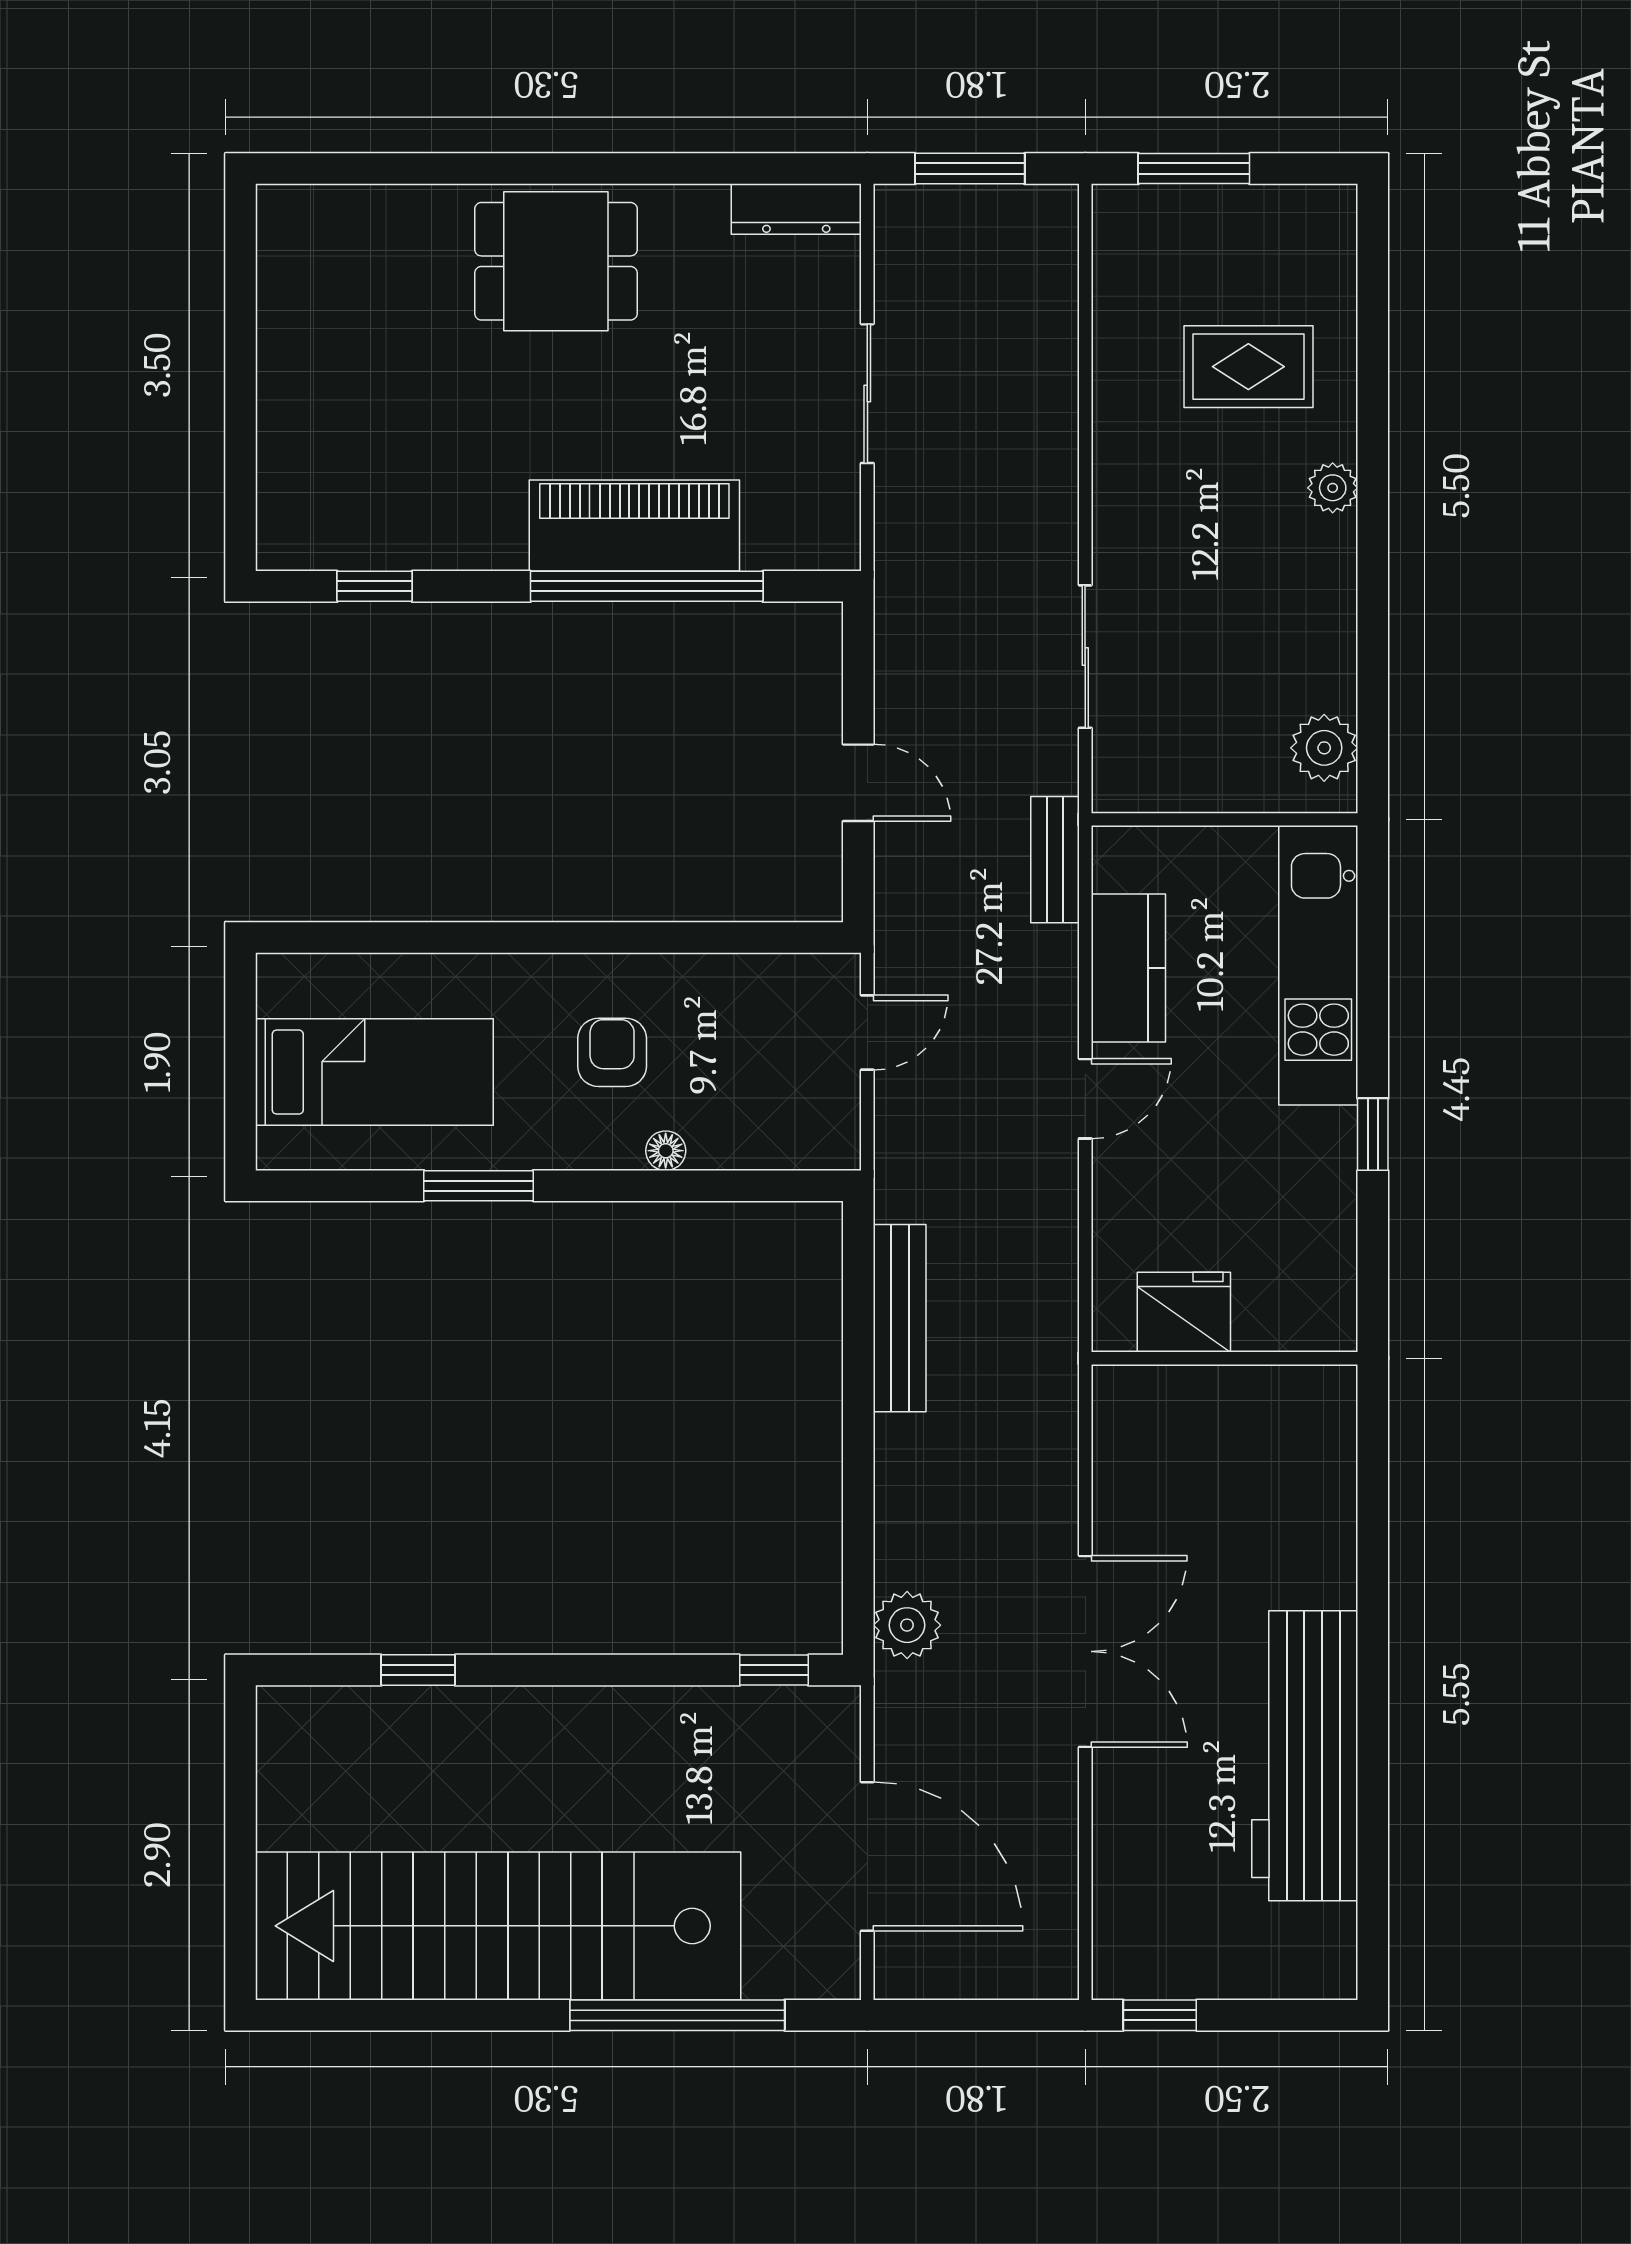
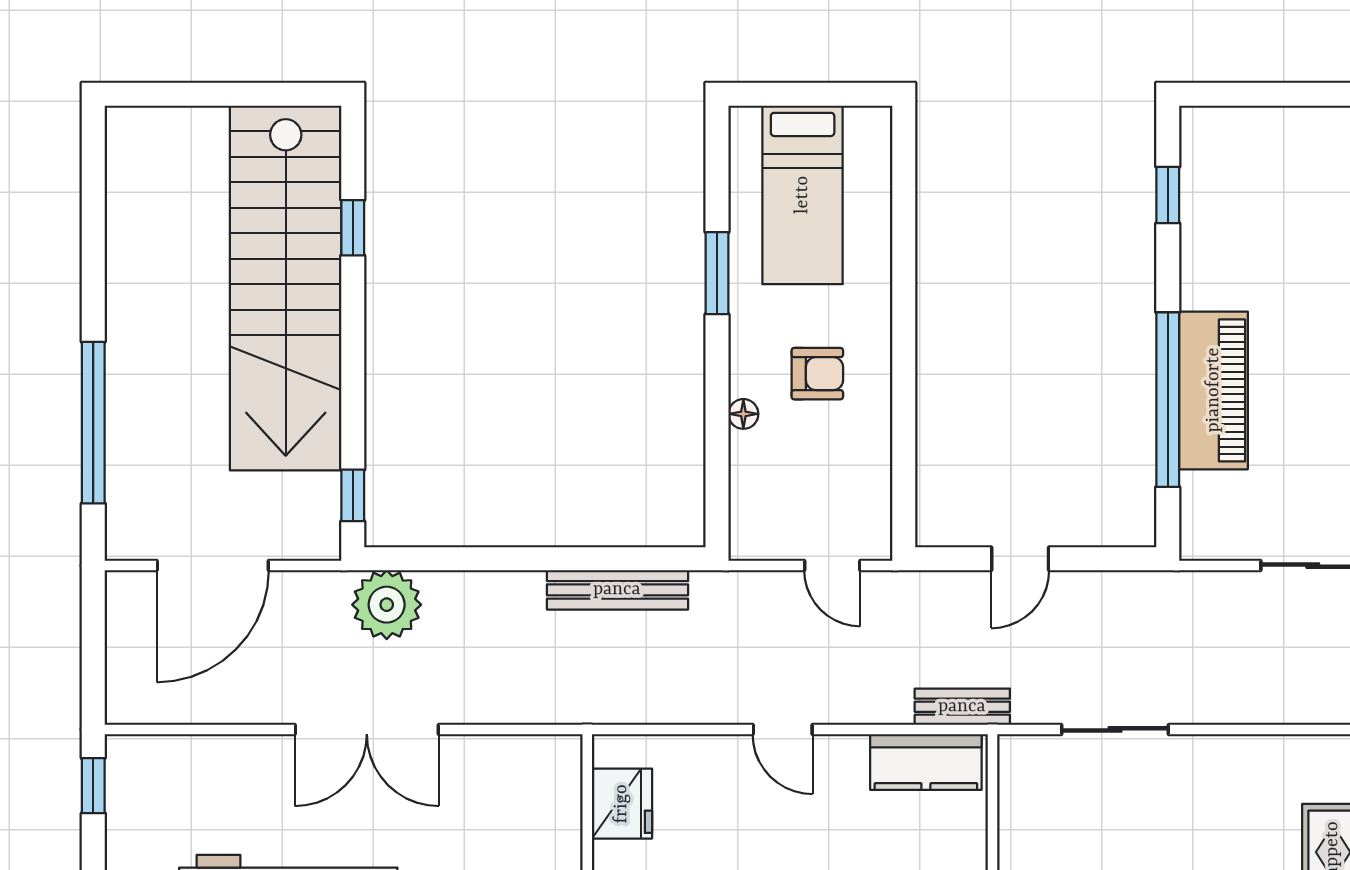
kitchen counter: (1128, 968) -> (926, 762), moved
plant: (907, 1625) -> (387, 605), width x1.36, depth x1.36
stairs: (498, 1926) -> (286, 288), moved, turned 180

